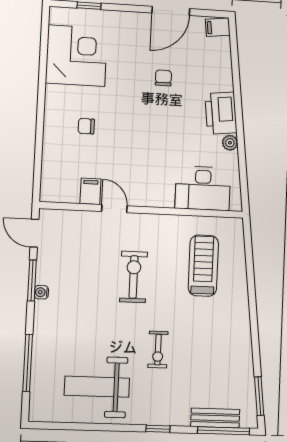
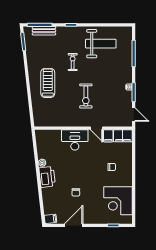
desk: (203, 188) -> (75, 140), moved
filing cabinet: (59, 190) -> (123, 136), added
treadmill: (203, 266) -> (48, 83), moved, turned 180

